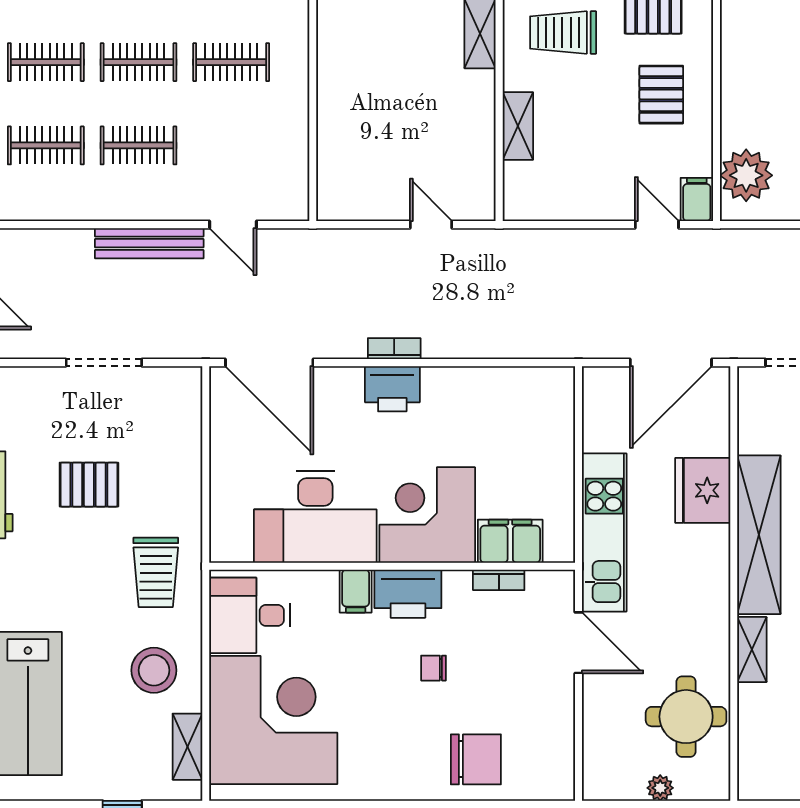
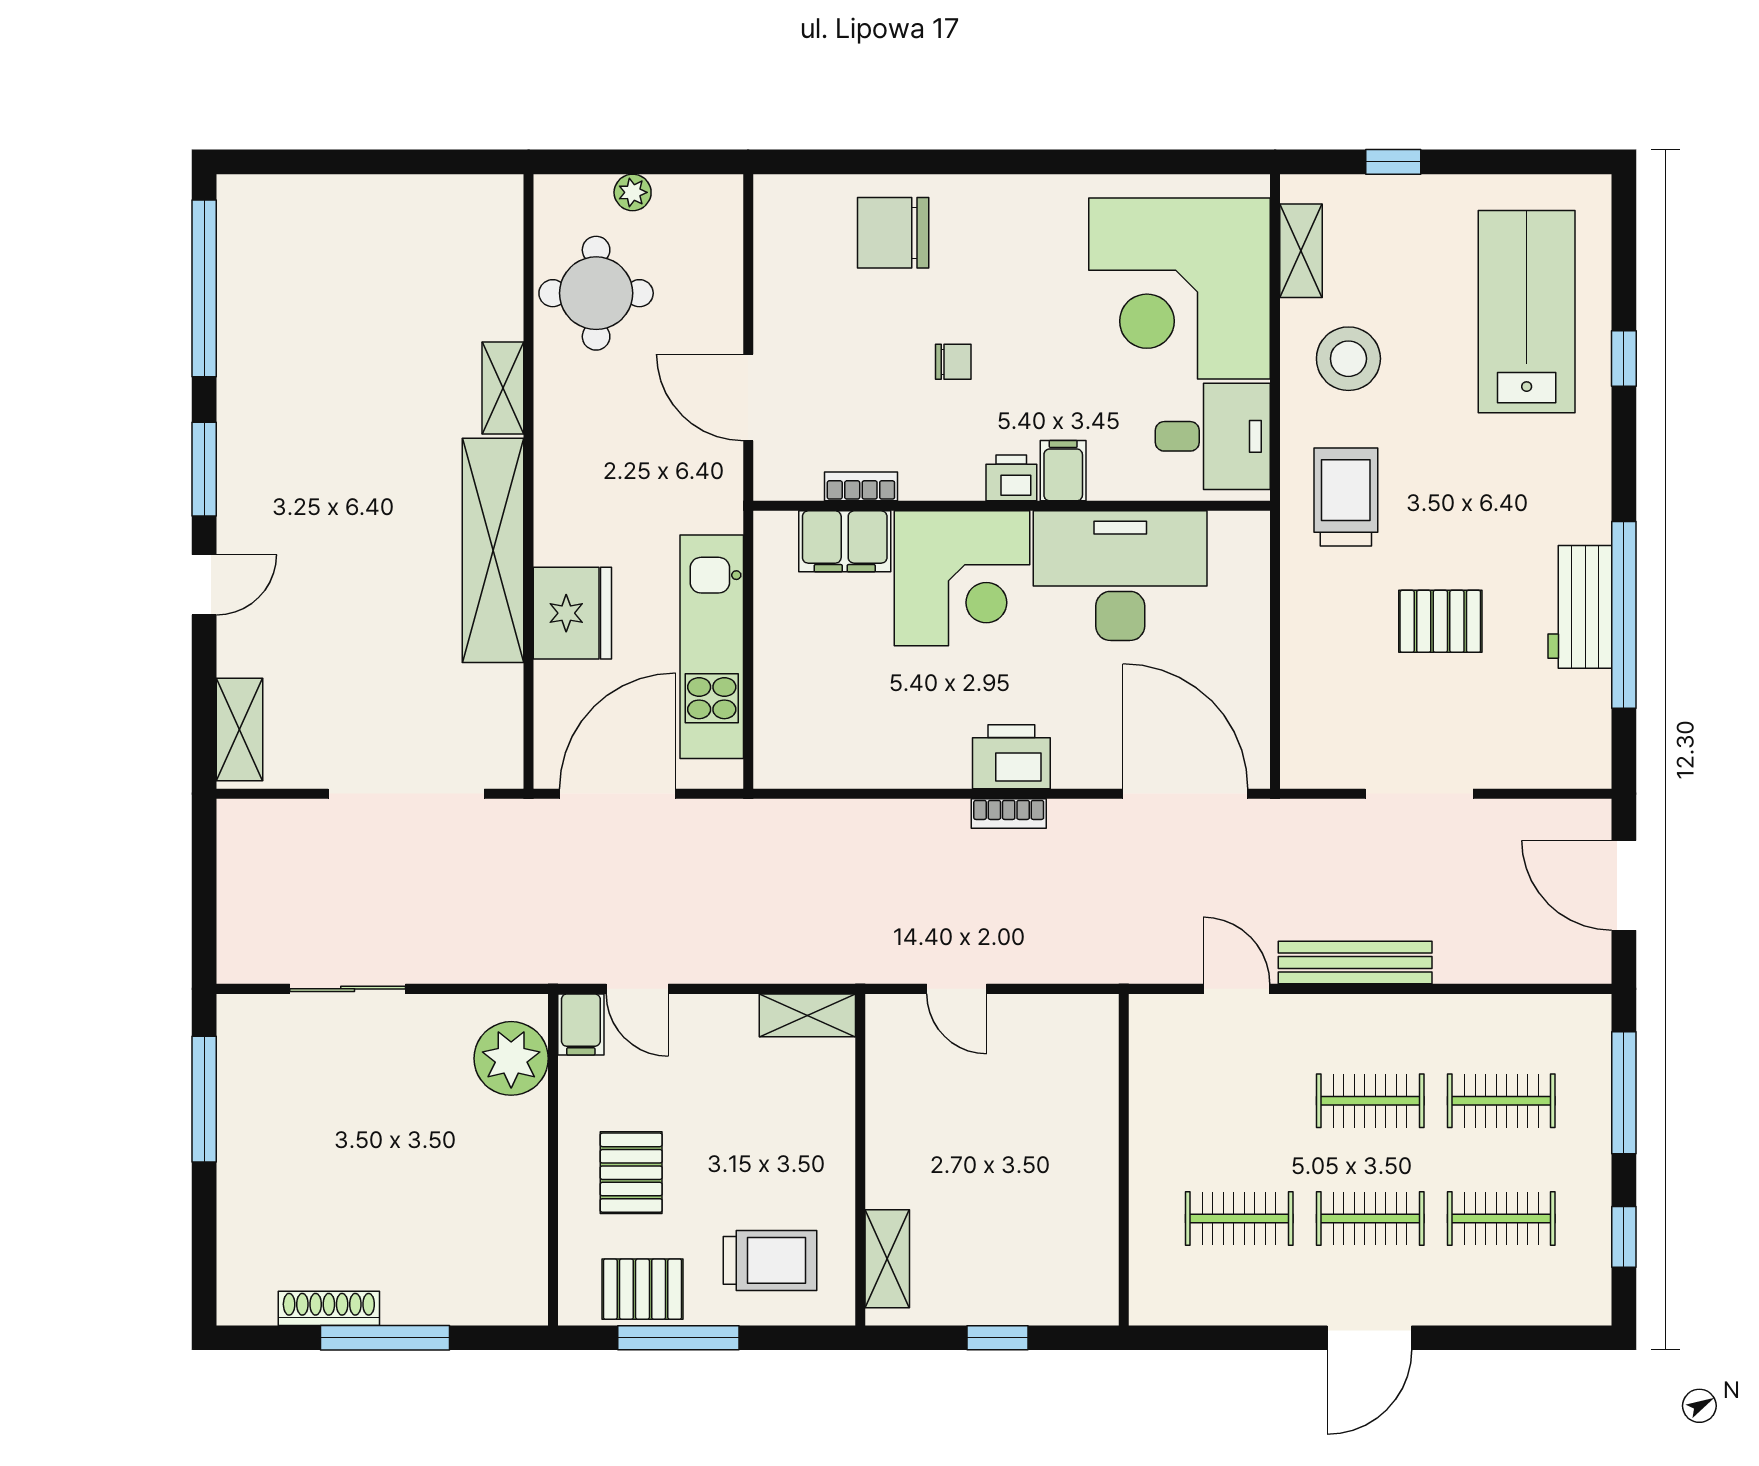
shelving: (518, 126) -> (807, 1015), moved, turned 90
kitchen unit: (604, 533) -> (712, 647), moved
printer: (408, 594) -> (1011, 478), width x0.53, depth x0.68

